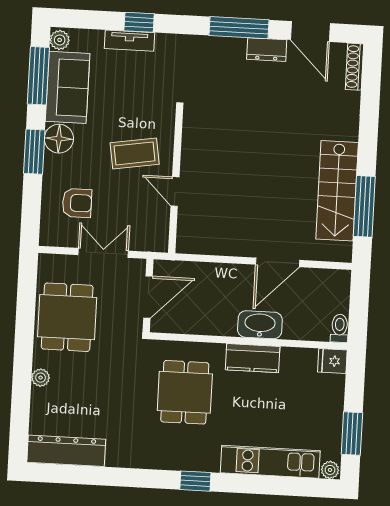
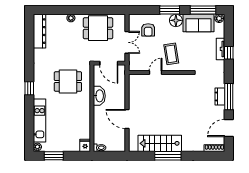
dresser: (267, 50) -> (220, 96), moved
window: (364, 206) -> (168, 156), moved
washbasin: (260, 325) -> (99, 96), moved
kitchen counter: (253, 358) -> (84, 110), removed

